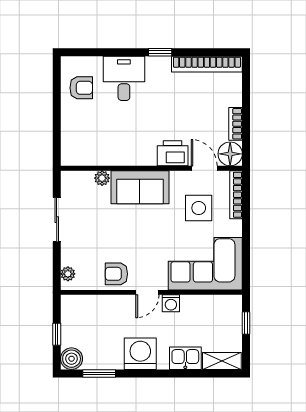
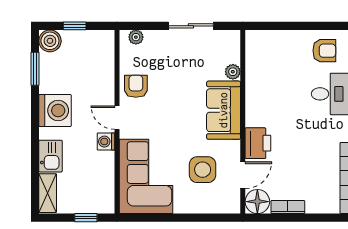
armchair: (81, 88) -> (324, 51), turned -90
bookcase: (236, 195) -> (216, 207), removed

